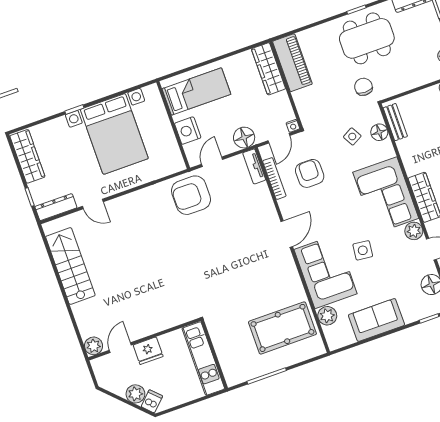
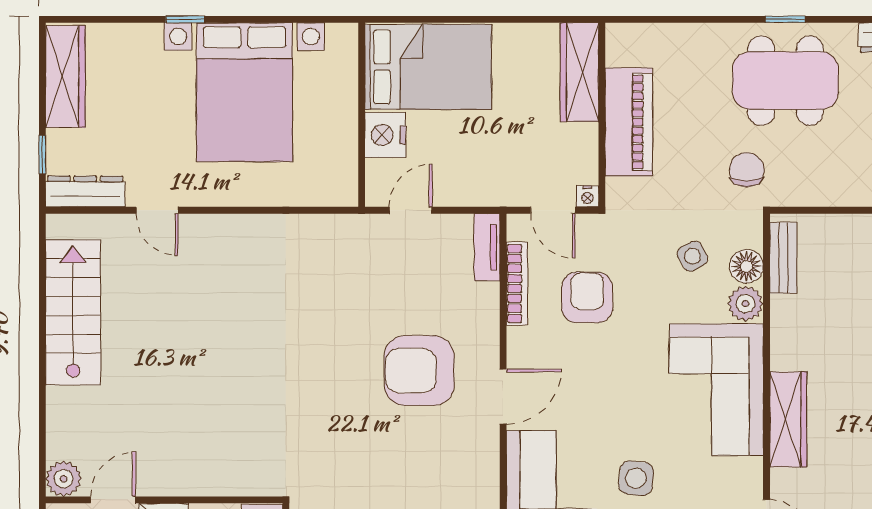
piano: (292, 63) -> (629, 122), moved
bed: (196, 91) -> (428, 67), width x1.50
floor lamp: (244, 138) -> (487, 186), removed
door: (279, 138) -> (553, 210), hinge flipped
armchair: (191, 195) -> (419, 371), moved
plant: (414, 231) -> (745, 304), moved

